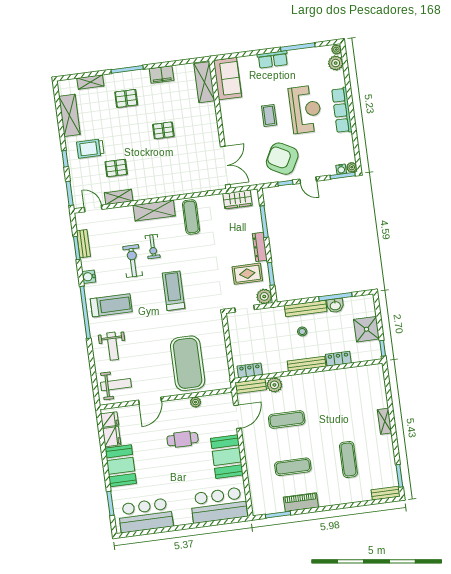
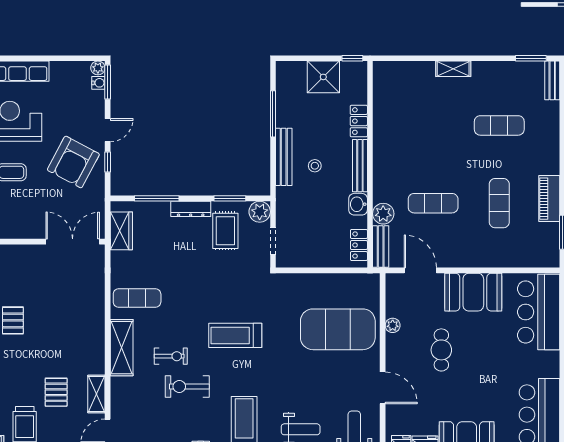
washbasin: (335, 305) -> (358, 204), moved, turned 180
exercise mat: (287, 420) -> (433, 203), turned 90

